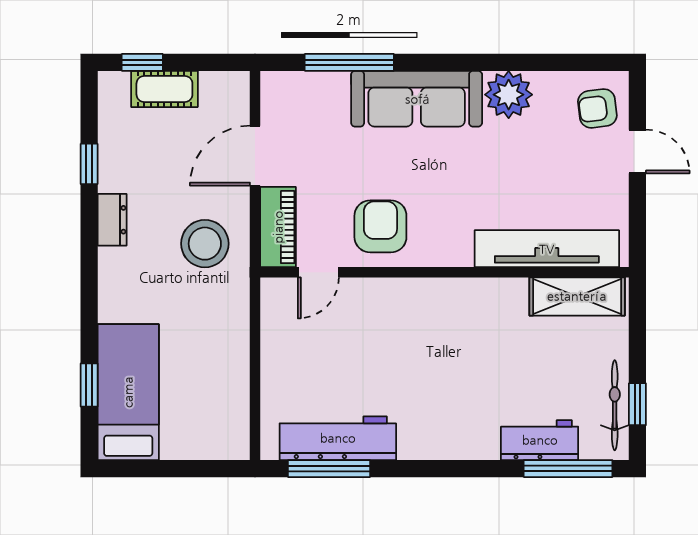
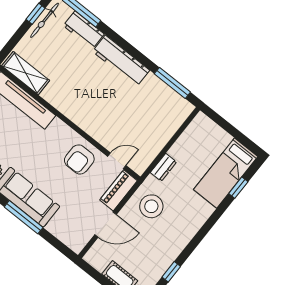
window: (349, 62) -> (24, 217), moved
dresser: (112, 220) -> (163, 167), moved, turned 180
workbench: (338, 438) -> (121, 61), moved

